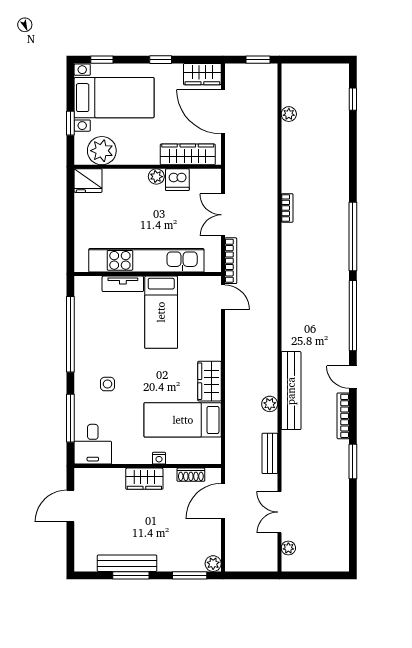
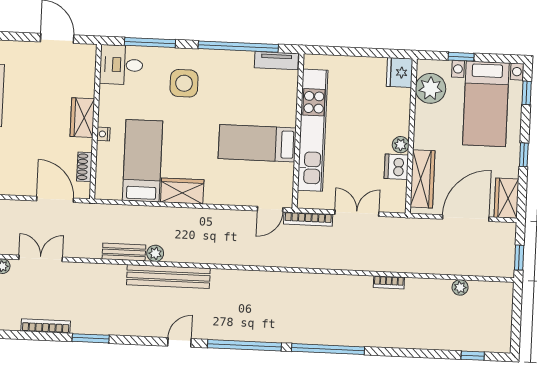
bookcase: (287, 208) -> (389, 282), moved
tv unit: (123, 284) -> (276, 61), moved, turned -90
side table: (107, 384) -> (184, 83), width x1.87, depth x1.87
bookcase: (343, 416) -> (46, 326), moved
bench: (270, 453) -> (124, 252), moved

